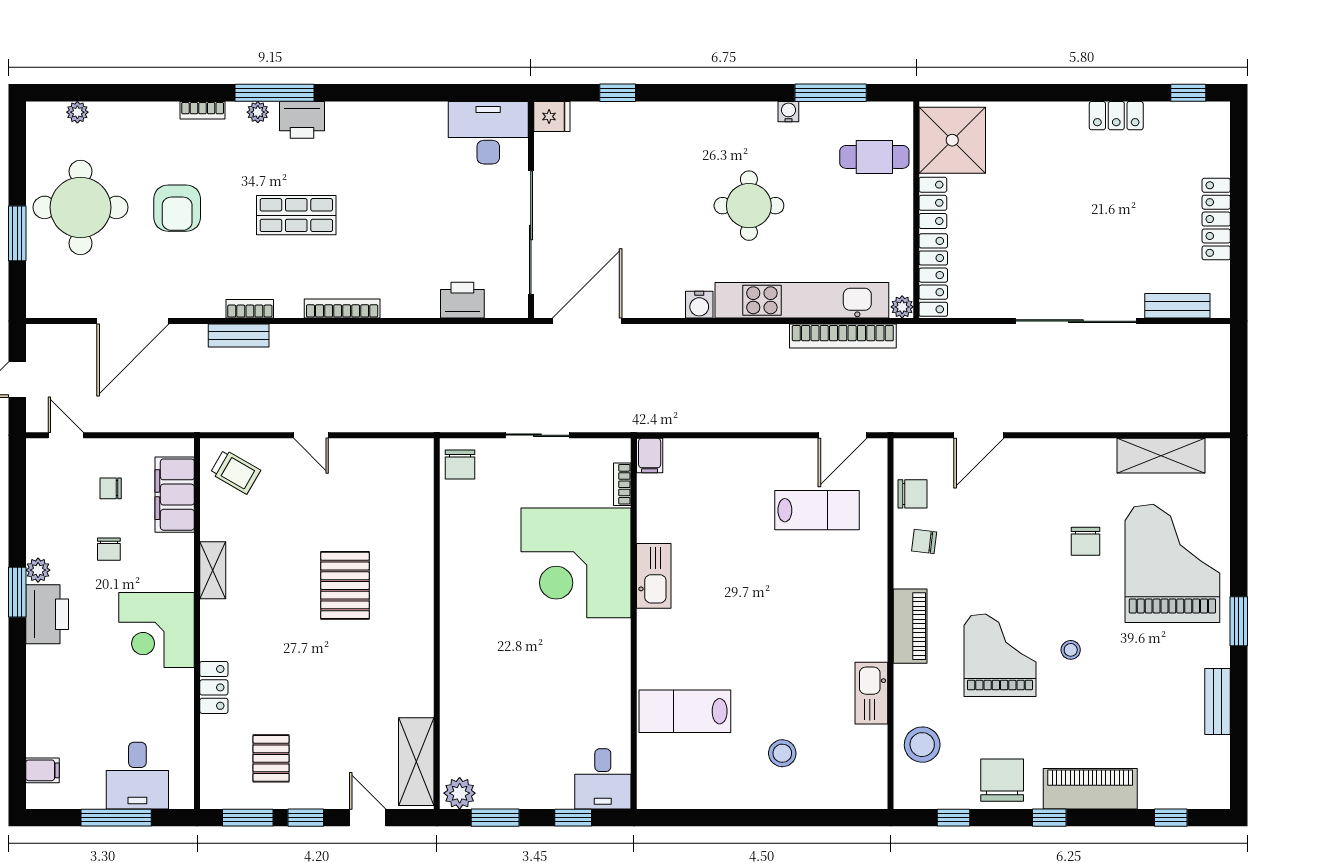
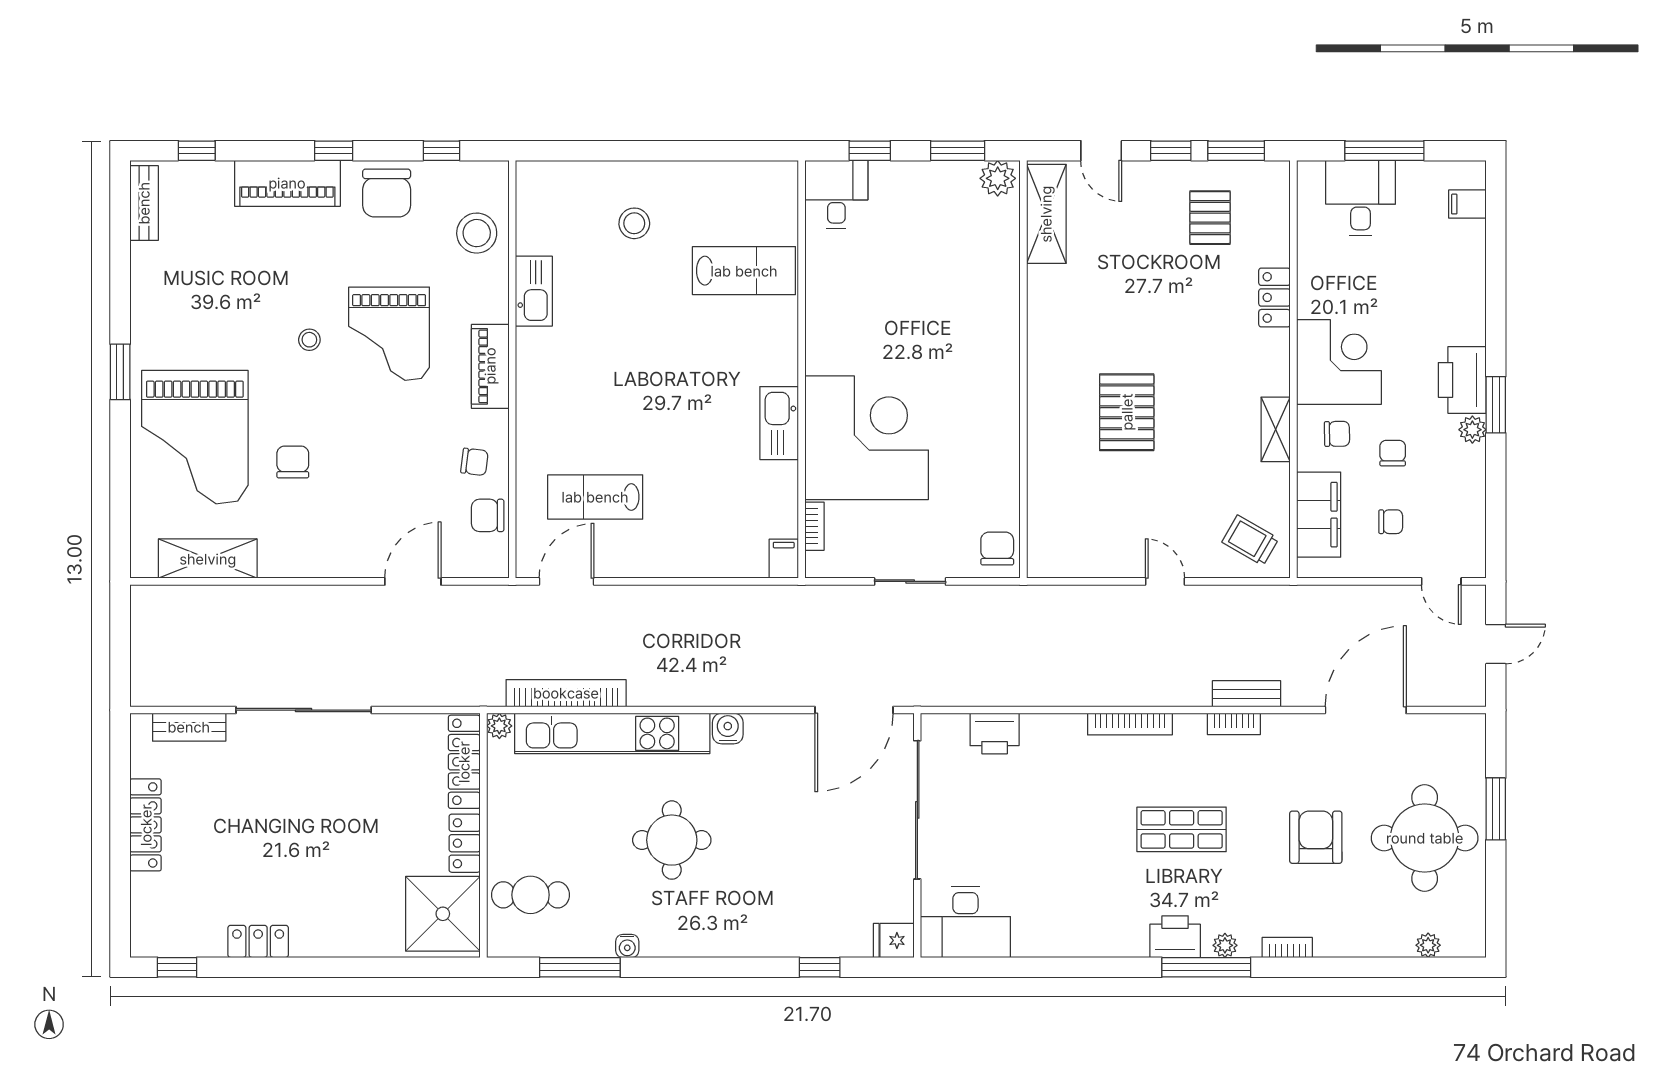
chair: (158, 566) -> (1337, 434), added
bench: (1218, 702) -> (144, 203), moved

